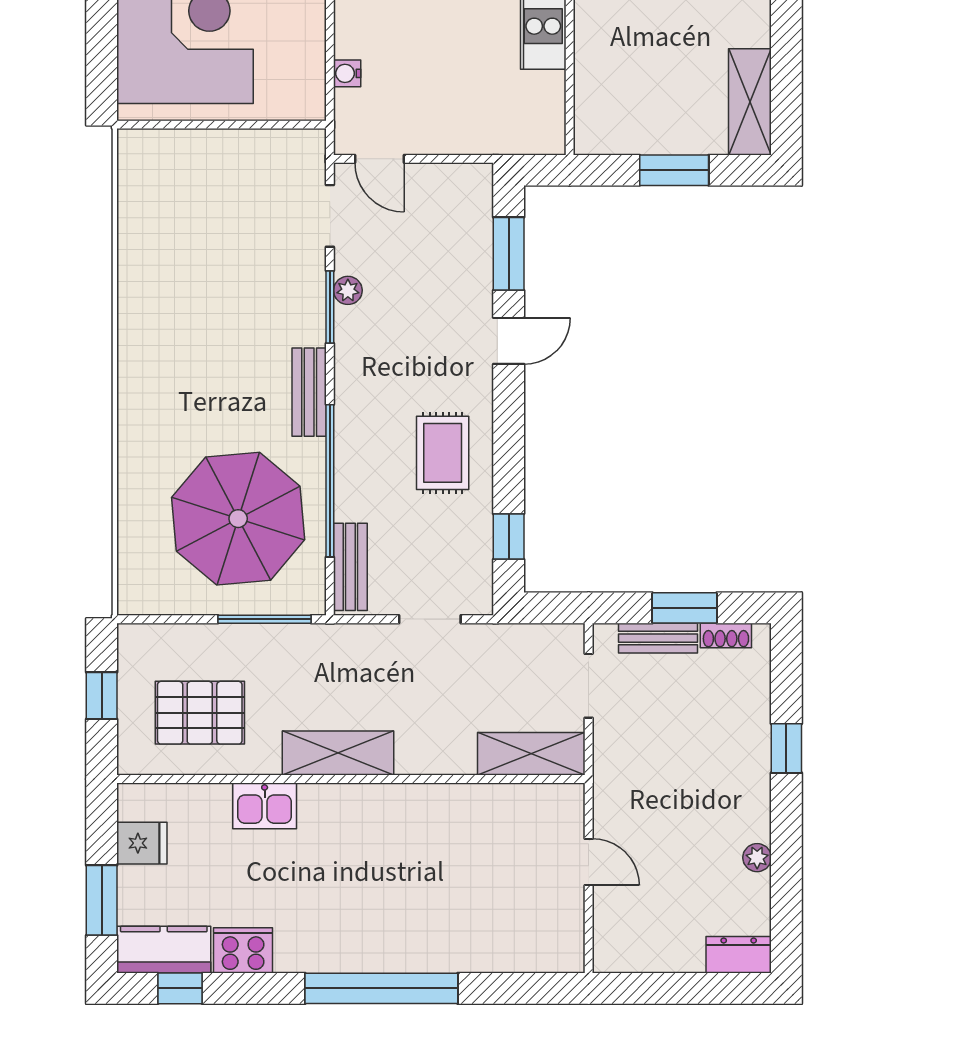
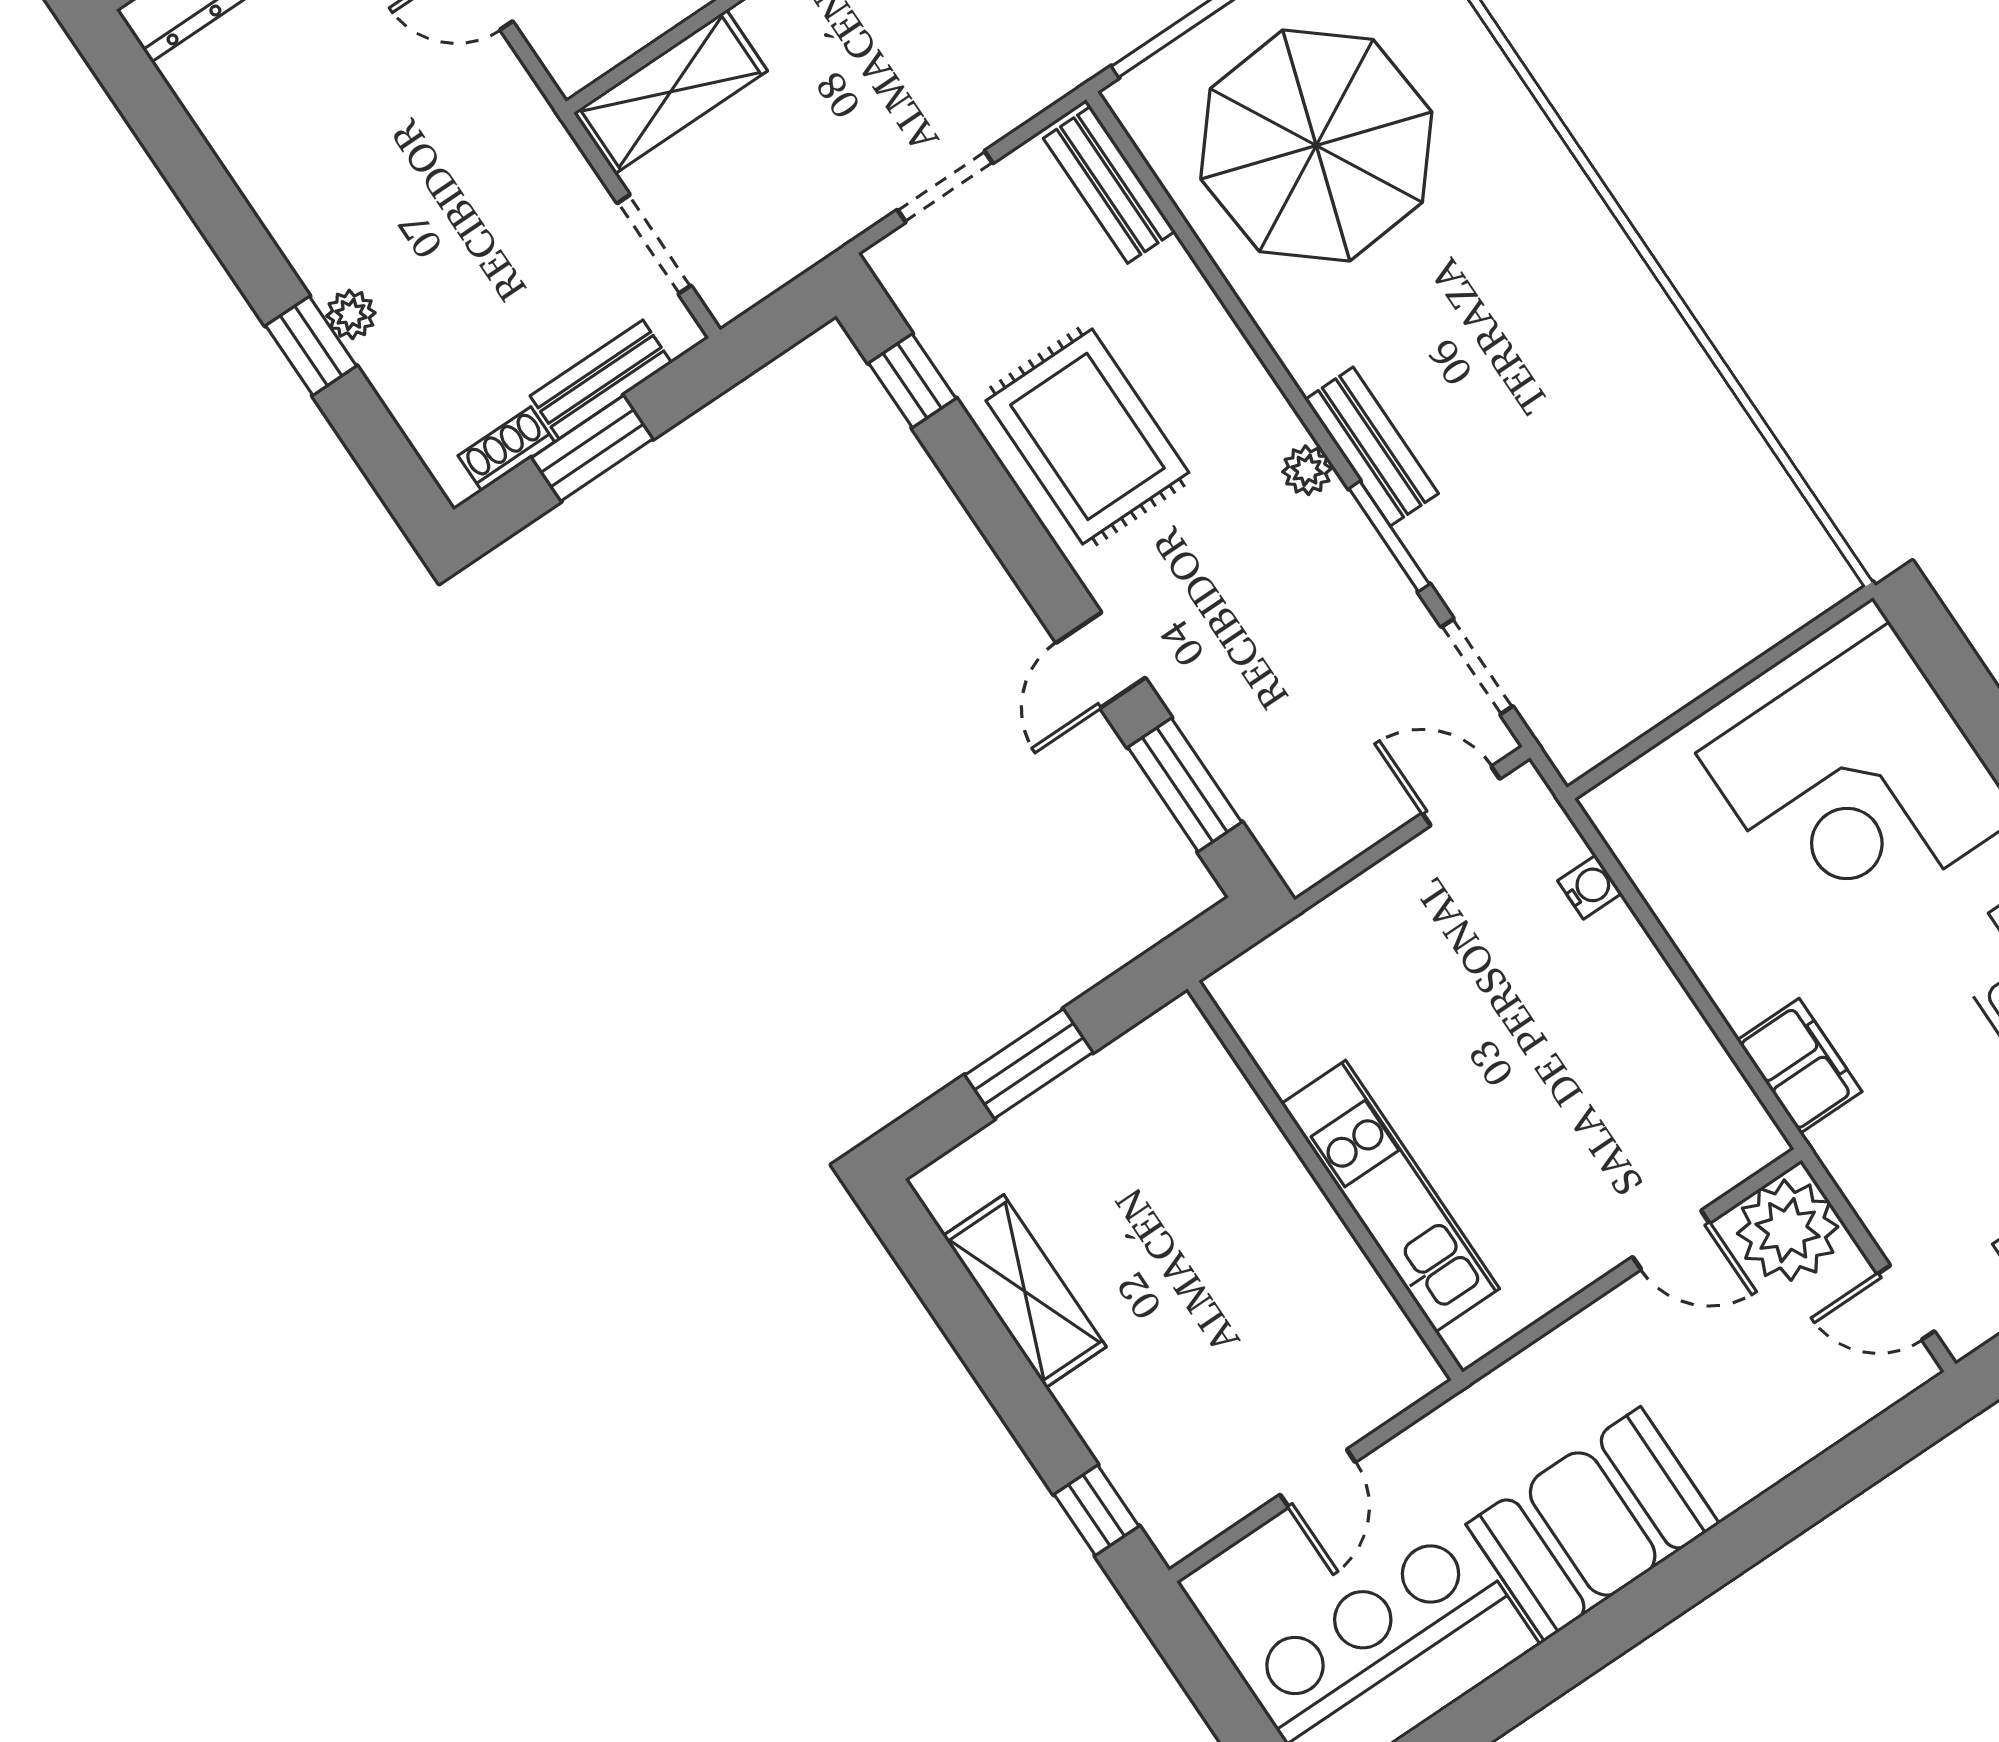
shelving: (750, 102) -> (1025, 1291), moved
plant: (348, 290) -> (1307, 470), moved
bench: (309, 392) -> (1372, 447), moved
rug: (443, 453) -> (1087, 436), width x1.36, depth x1.43
window: (330, 481) -> (1222, 288), removed
plant: (757, 858) -> (351, 314), moved

